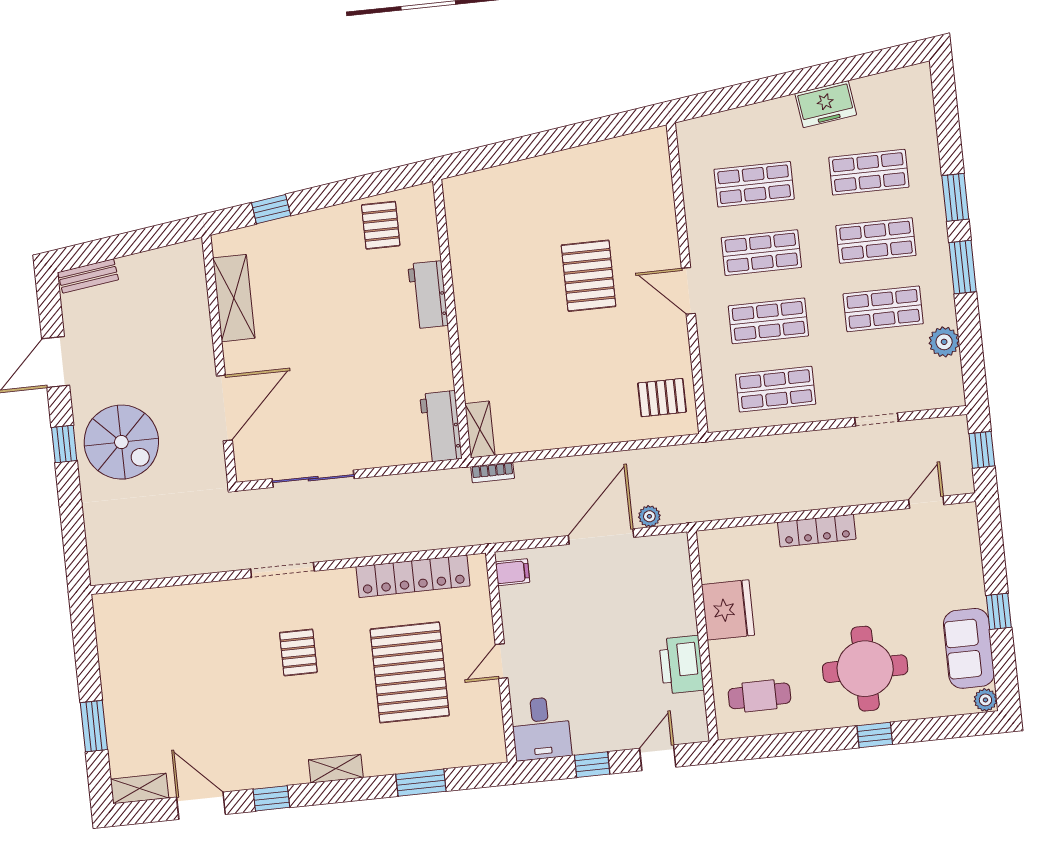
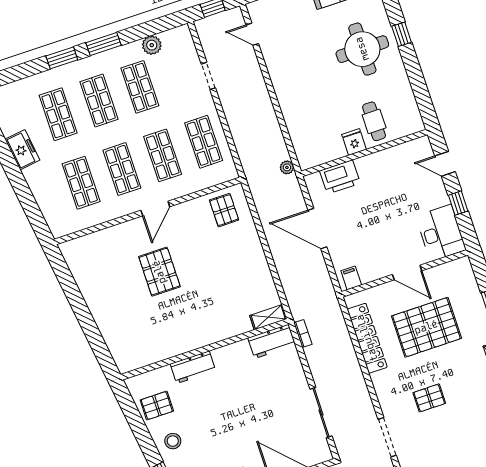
stool: (320, 238) -> (173, 441), added
pallet: (589, 276) -> (159, 272), turned 90
bookcase: (493, 472) -> (303, 334), moved
plant: (649, 516) -> (287, 167), moved
locker: (817, 531) -> (284, 97), removed
doorway: (282, 570) -> (387, 437), moved
fridge: (728, 610) -> (354, 142), width x0.53, depth x0.75
door: (501, 661) -> (407, 273), width x1.38
printer: (681, 665) -> (340, 177), moved
cafe table: (759, 696) -> (374, 121), moved
desk: (541, 728) -> (441, 233), width x1.37

